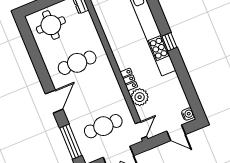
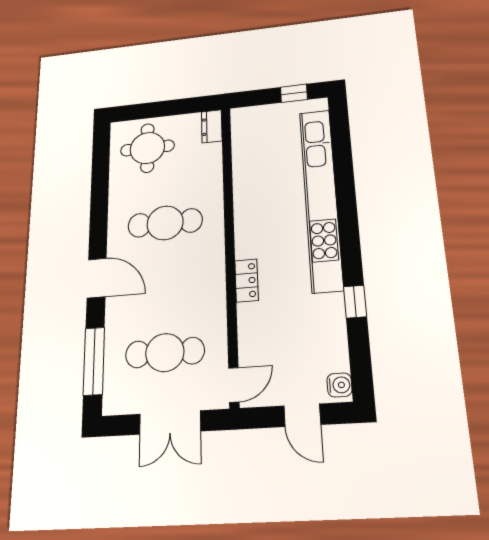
window: (169, 42) -> (355, 302), moved
plant: (140, 97) -> (255, 320), removed
door: (54, 102) -> (97, 278), hinge flipped

